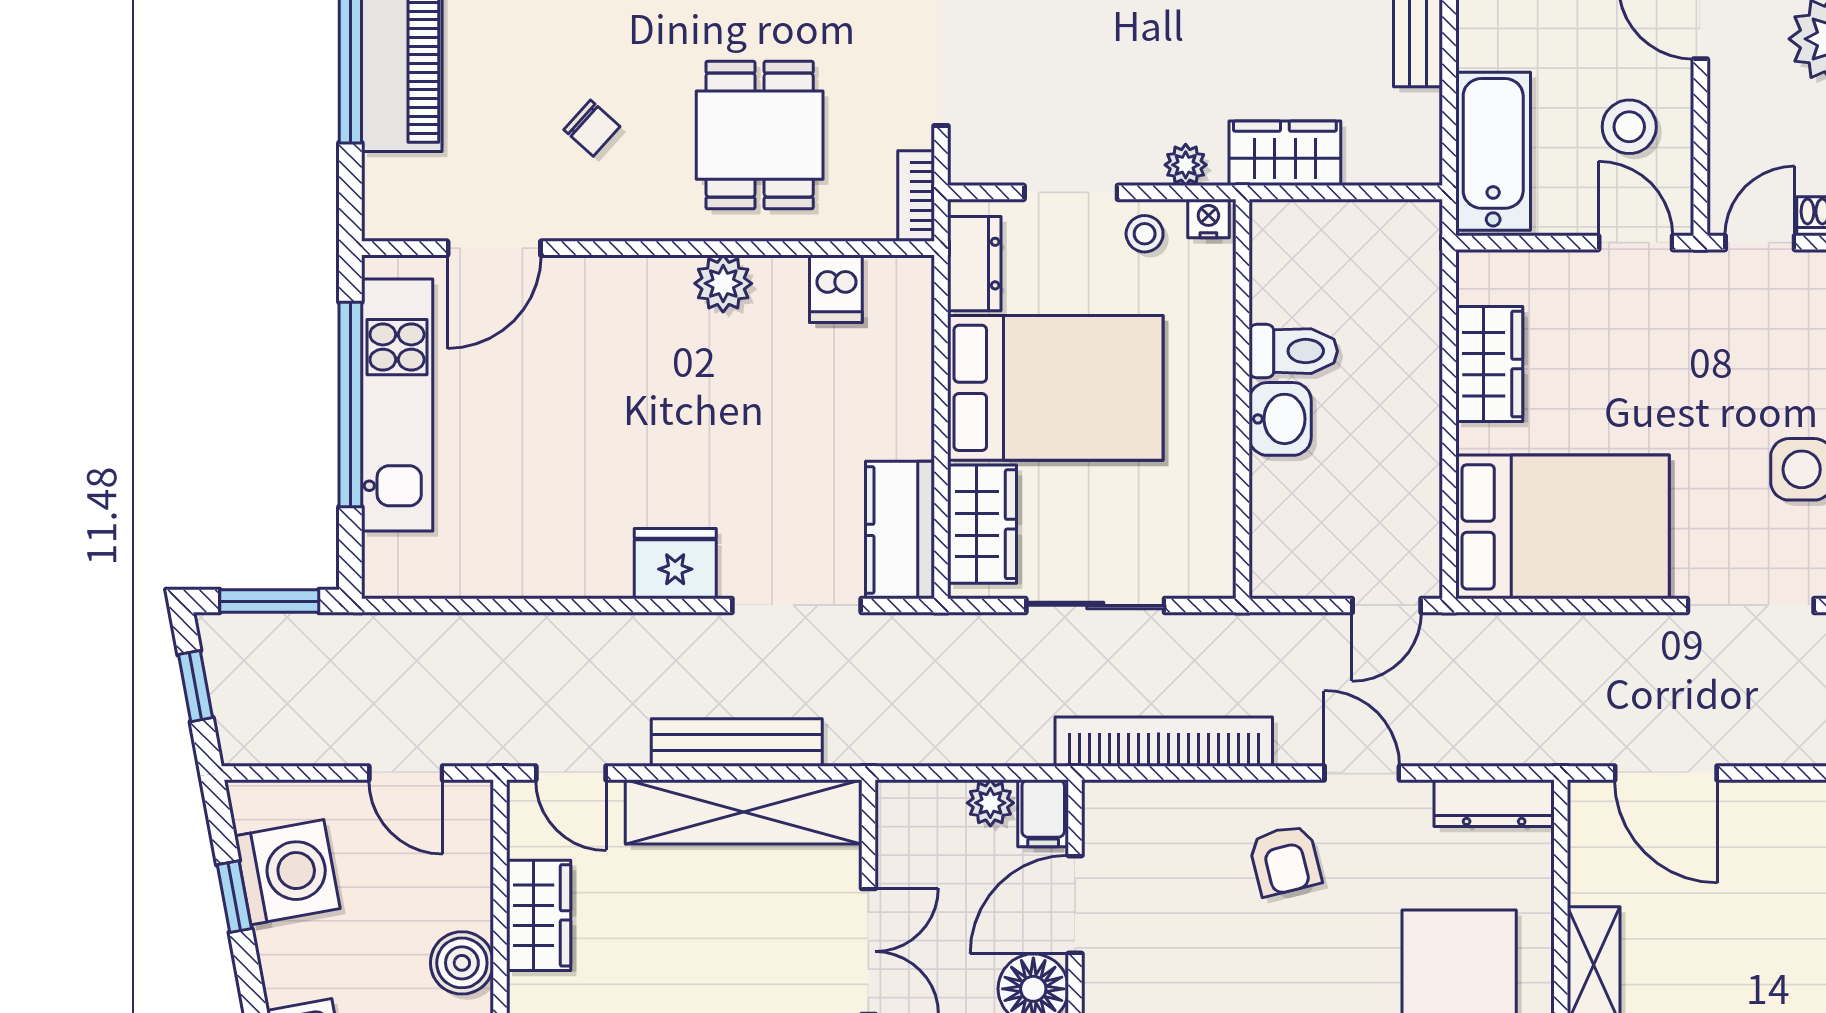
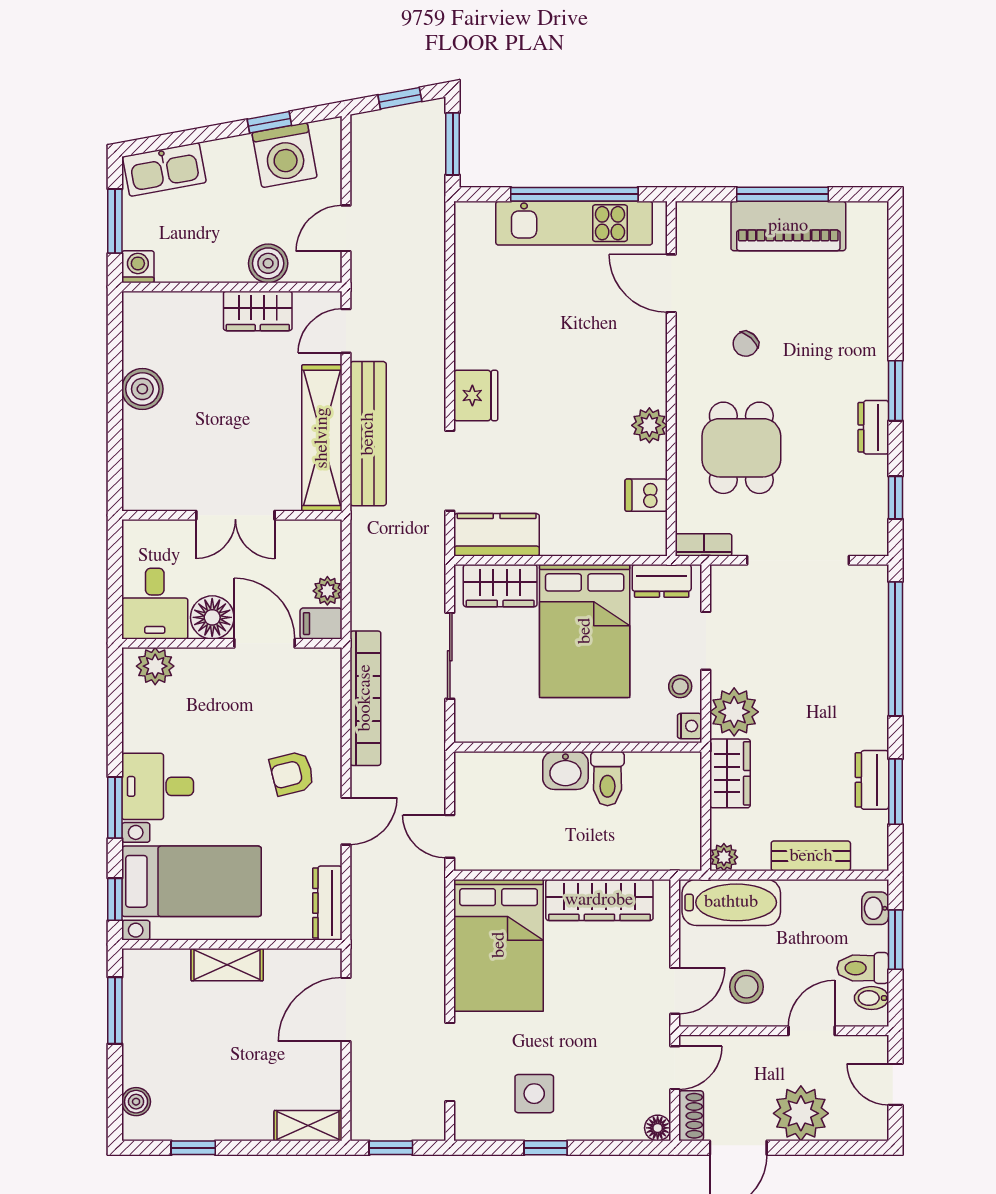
dining table: (760, 135) -> (741, 448), turned 90
plant: (1420, 163) -> (724, 857), added
plant: (1186, 165) -> (734, 712), width x1.88, depth x1.88
door: (1760, 243) -> (675, 1068), hinge flipped
wardrobe: (1489, 364) -> (599, 900), width x1.50
bench: (737, 742) -> (368, 434), width x1.37, depth x1.21
boiler: (462, 963) -> (268, 263), moved

